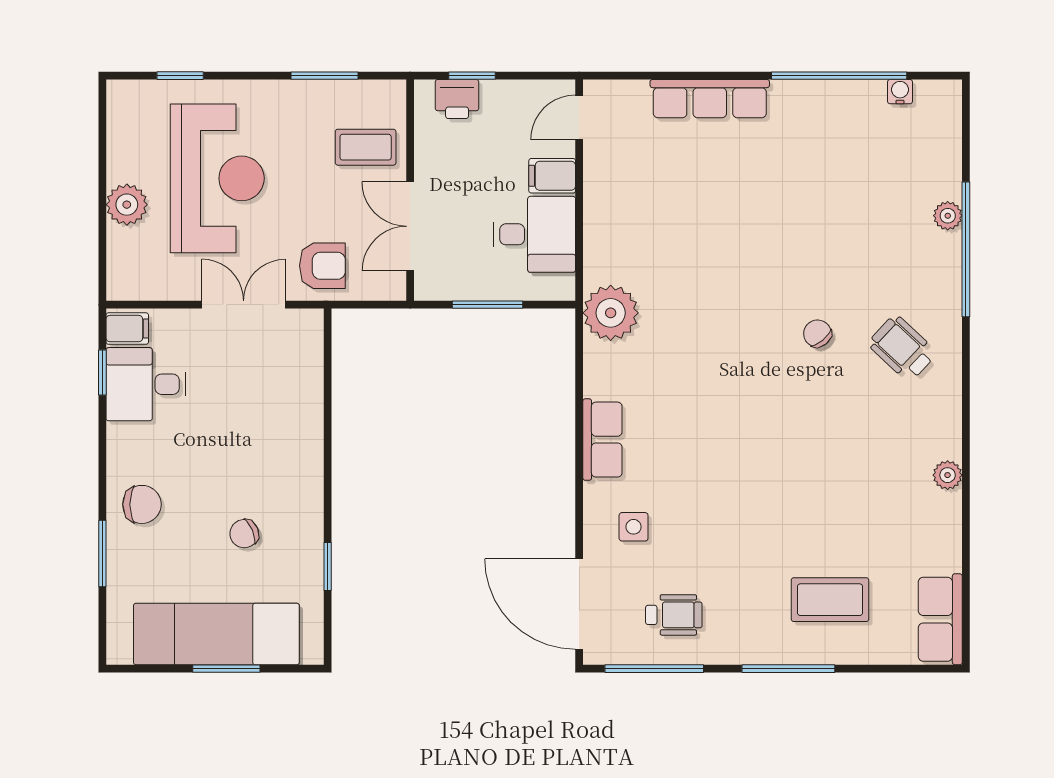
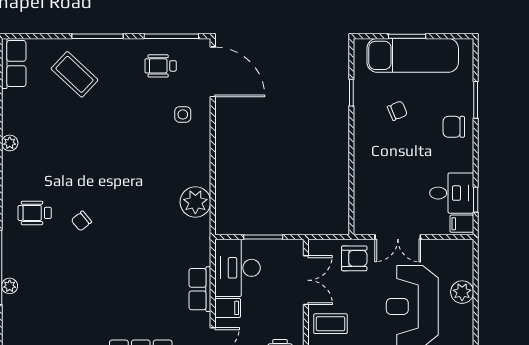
desk: (534, 234) -> (237, 268), width x1.37
armchair: (322, 266) -> (354, 258), turned 180
plant: (611, 313) -> (195, 202), moved
chair: (817, 334) -> (81, 221), turned 91
wheelchair: (902, 348) -> (35, 213), turned 137
row of seats: (602, 440) -> (200, 289), moved
coffee table: (830, 600) -> (74, 74), turned 43

